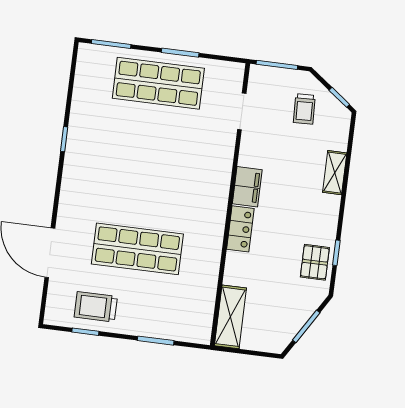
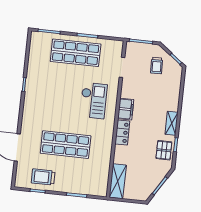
checkout: (189, 170) -> (93, 101), added
shelving: (335, 173) -> (172, 123), moved

